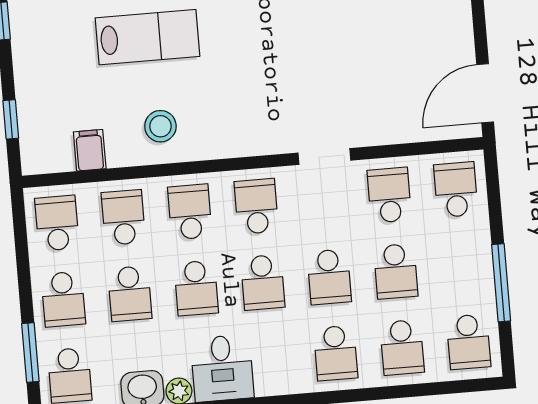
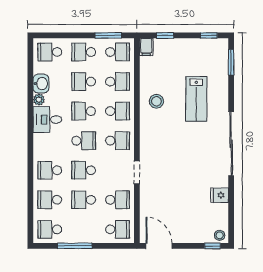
filing cabinet: (90, 150) -> (146, 47), moved, turned 90
school desk: (263, 282) -> (84, 141), turned 180
window: (30, 353) -> (108, 35), moved

